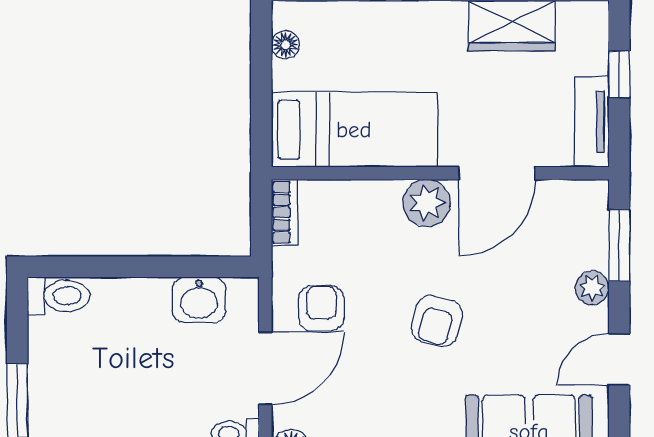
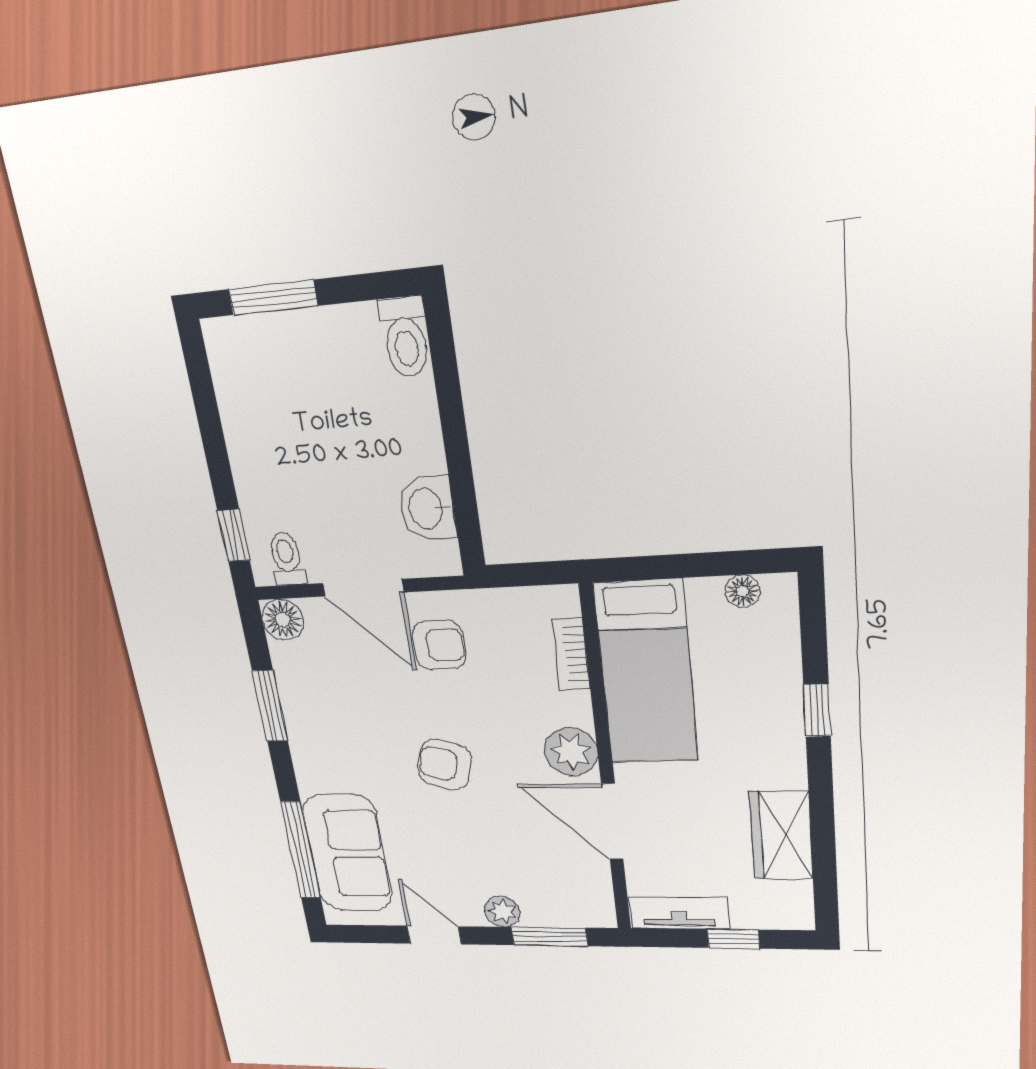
bookcase: (285, 212) -> (571, 654), moved, turned 90

